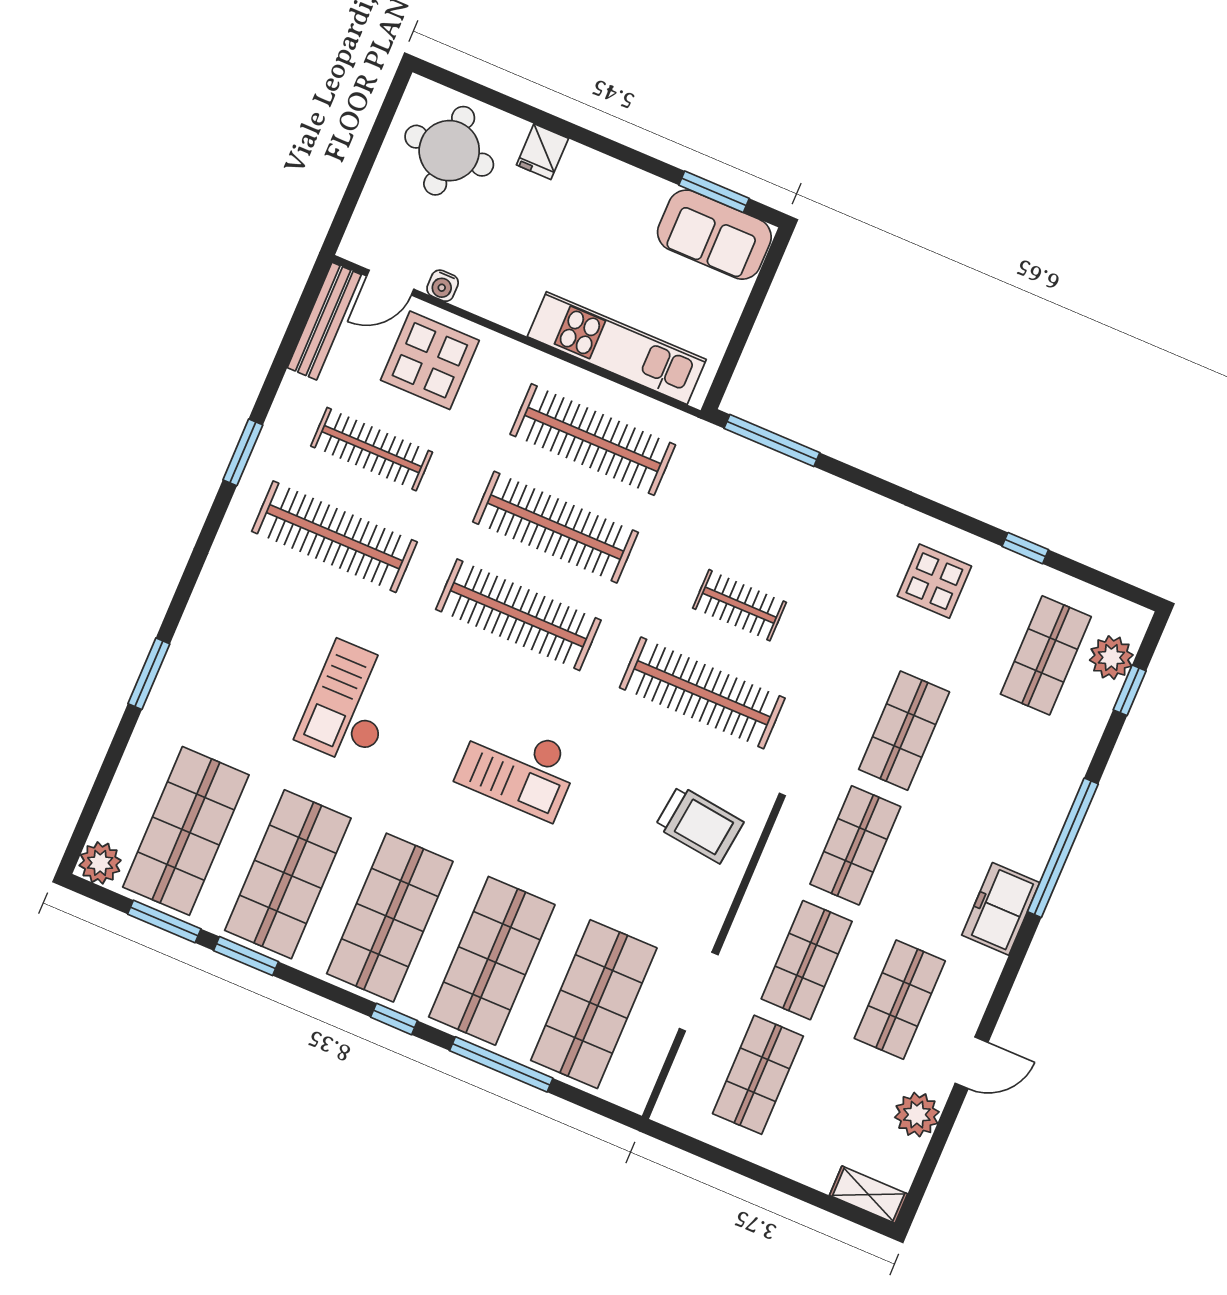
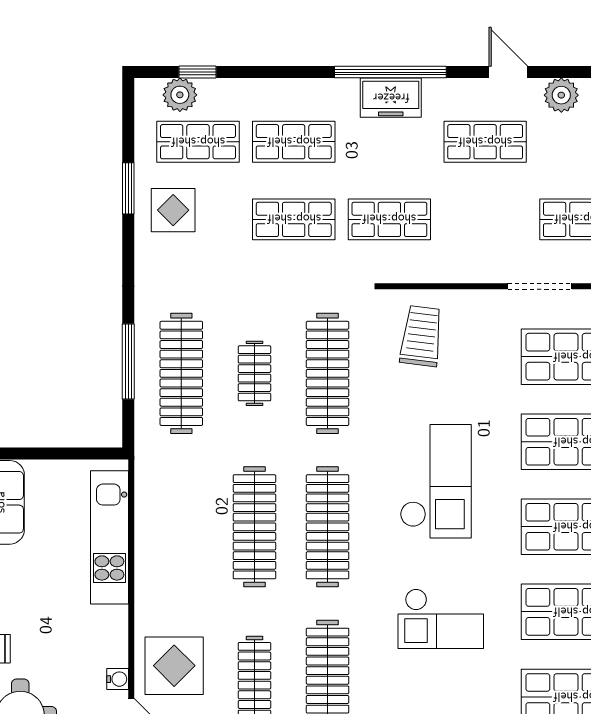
clothes rail: (593, 440) -> (181, 373), moved
window: (772, 441) -> (128, 362), moved
window: (1025, 548) -> (128, 188), width x1.50
display table: (934, 581) -> (173, 210), moved
checkout: (518, 768) -> (436, 481), width x1.36, depth x1.21
window: (1063, 848) -> (390, 72), moved
shop shelf: (807, 960) -> (294, 142), moved

